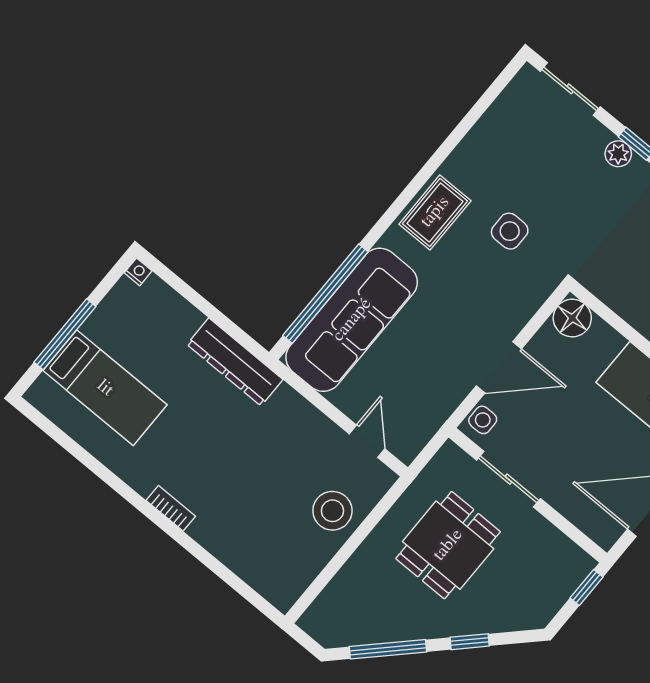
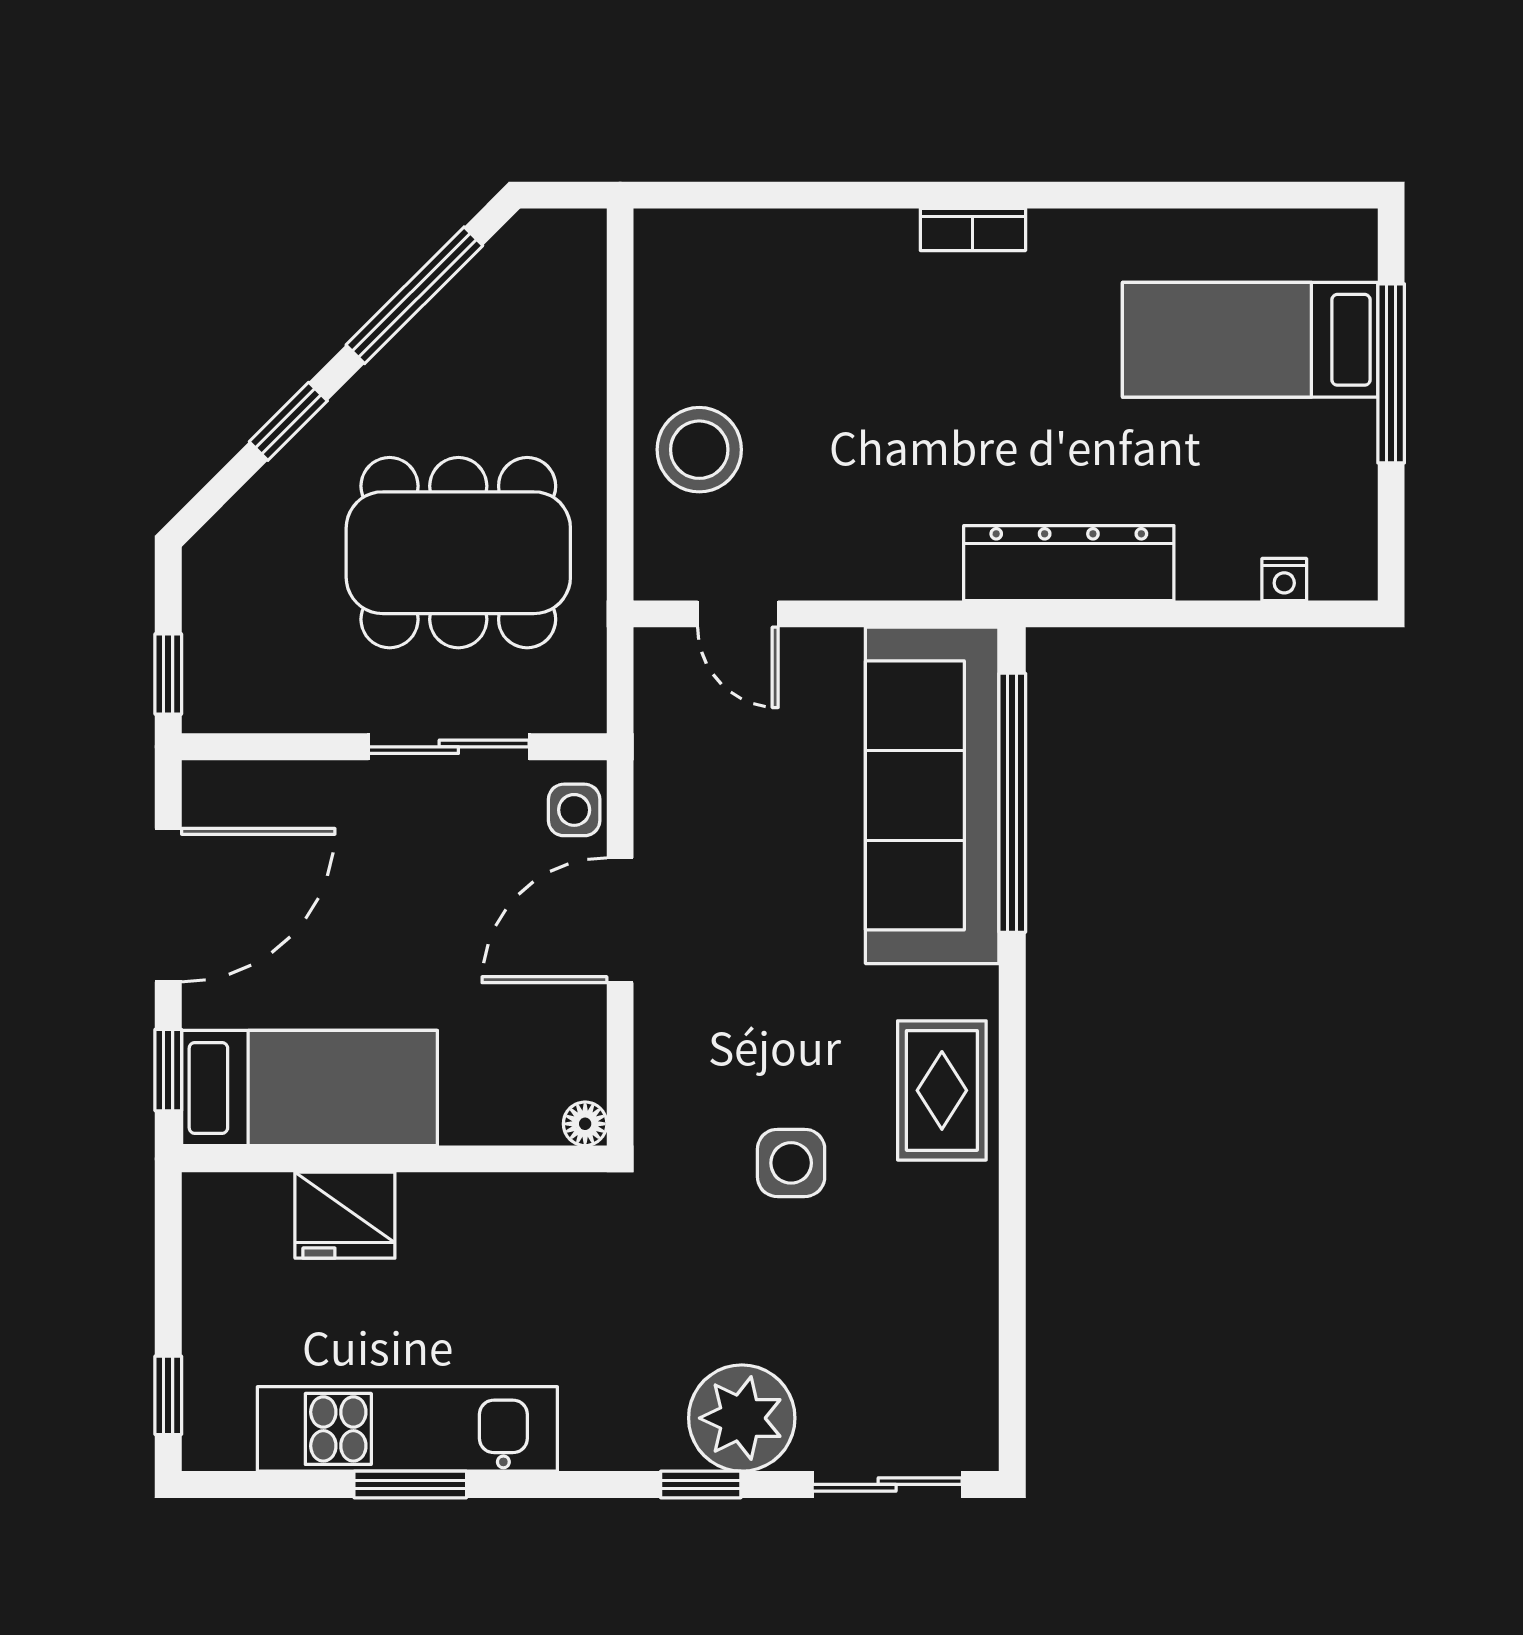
plant: (618, 154) -> (742, 1418), width x1.88, depth x1.88
nightstand: (138, 272) -> (1284, 580), moved
floor lamp: (572, 318) -> (585, 1124), width x0.53, depth x0.53
dining table: (448, 545) -> (458, 553), width x1.37

